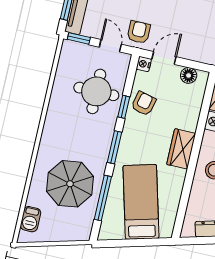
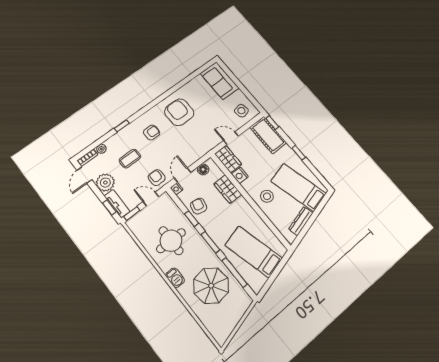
round table: (96, 91) -> (171, 241), moved
wardrobe: (181, 149) -> (228, 189), moved
barbecue: (30, 219) -> (175, 278), moved

